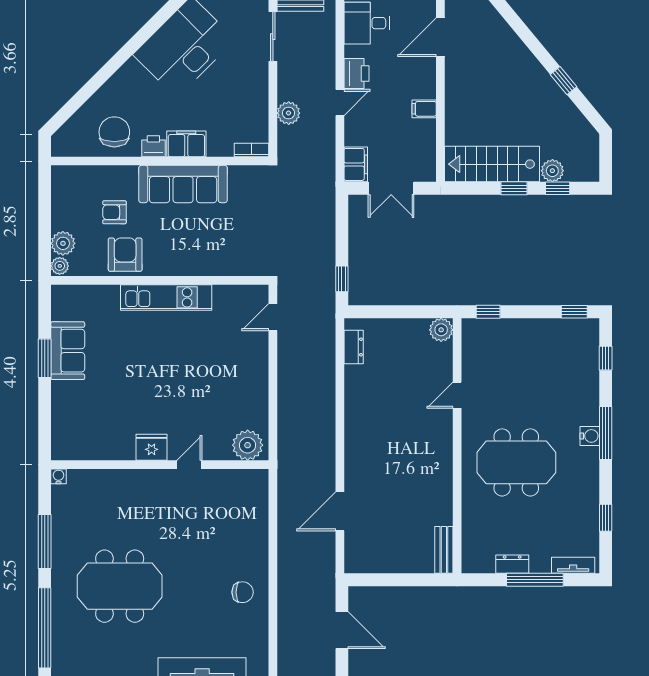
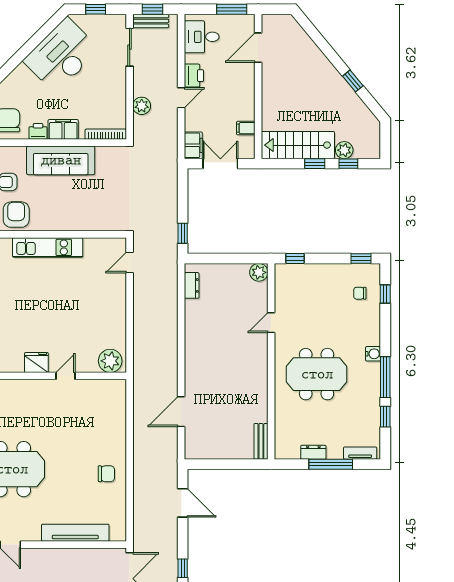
filing cabinet: (424, 109) -> (246, 128), moved
bookcase: (251, 150) -> (106, 134), width x1.56
double door: (391, 188) -> (220, 164), swing flipped
chair: (573, 357) -> (360, 293), added
window: (606, 433) -> (385, 377), moved

